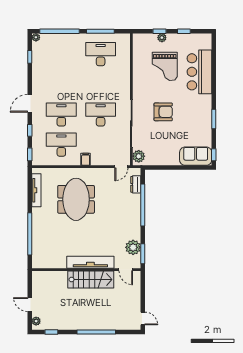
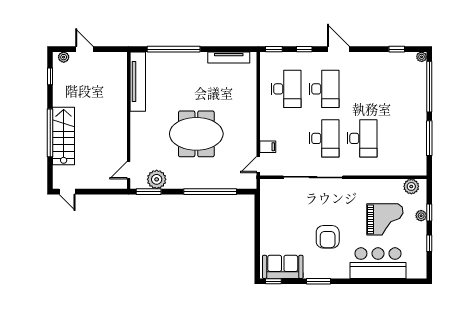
desk: (101, 54) -> (362, 138), moved
grand piano: (165, 66) -> (385, 219), turned 180
armchair: (163, 112) -> (328, 237), moved
plant: (139, 156) -> (411, 186), moved
sofa: (196, 156) -> (283, 267), moved, turned -90
filing cabinet: (86, 159) -> (268, 147), moved
door: (121, 167) -> (258, 165), hinge flipped
dresser: (136, 184) -> (236, 183), removed
meeting table: (76, 199) -> (196, 134), moved
tv unit: (90, 262) -> (138, 82), moved
stairs: (91, 279) -> (64, 136), moved, turned 180
door: (30, 305) -> (84, 49), hinge flipped
door: (143, 318) -> (67, 192), hinge flipped

